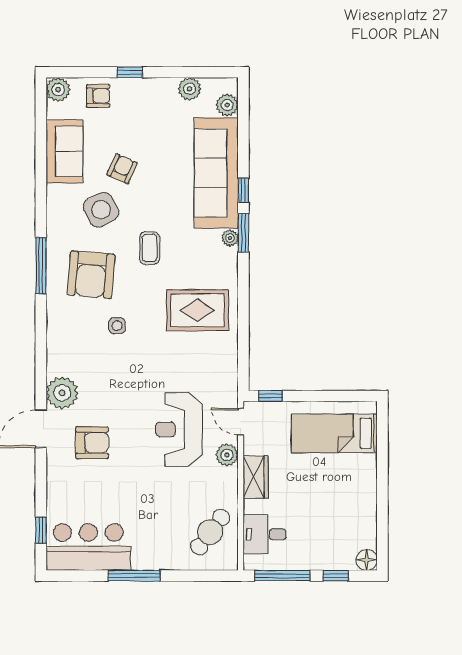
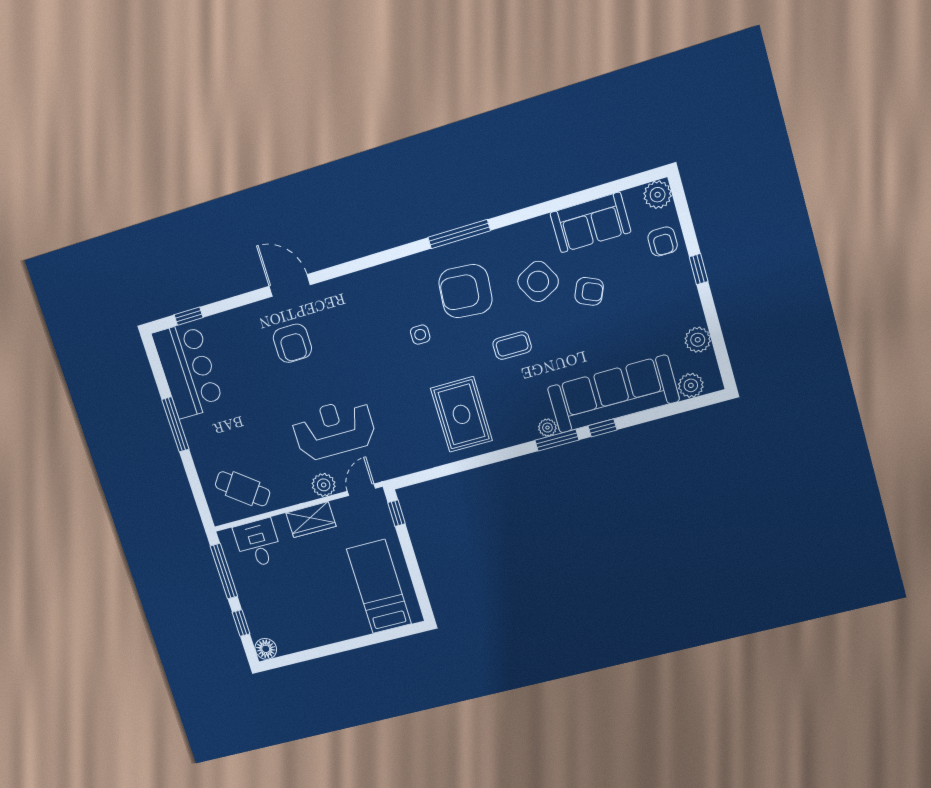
plant: (62, 393) -> (333, 297), removed

